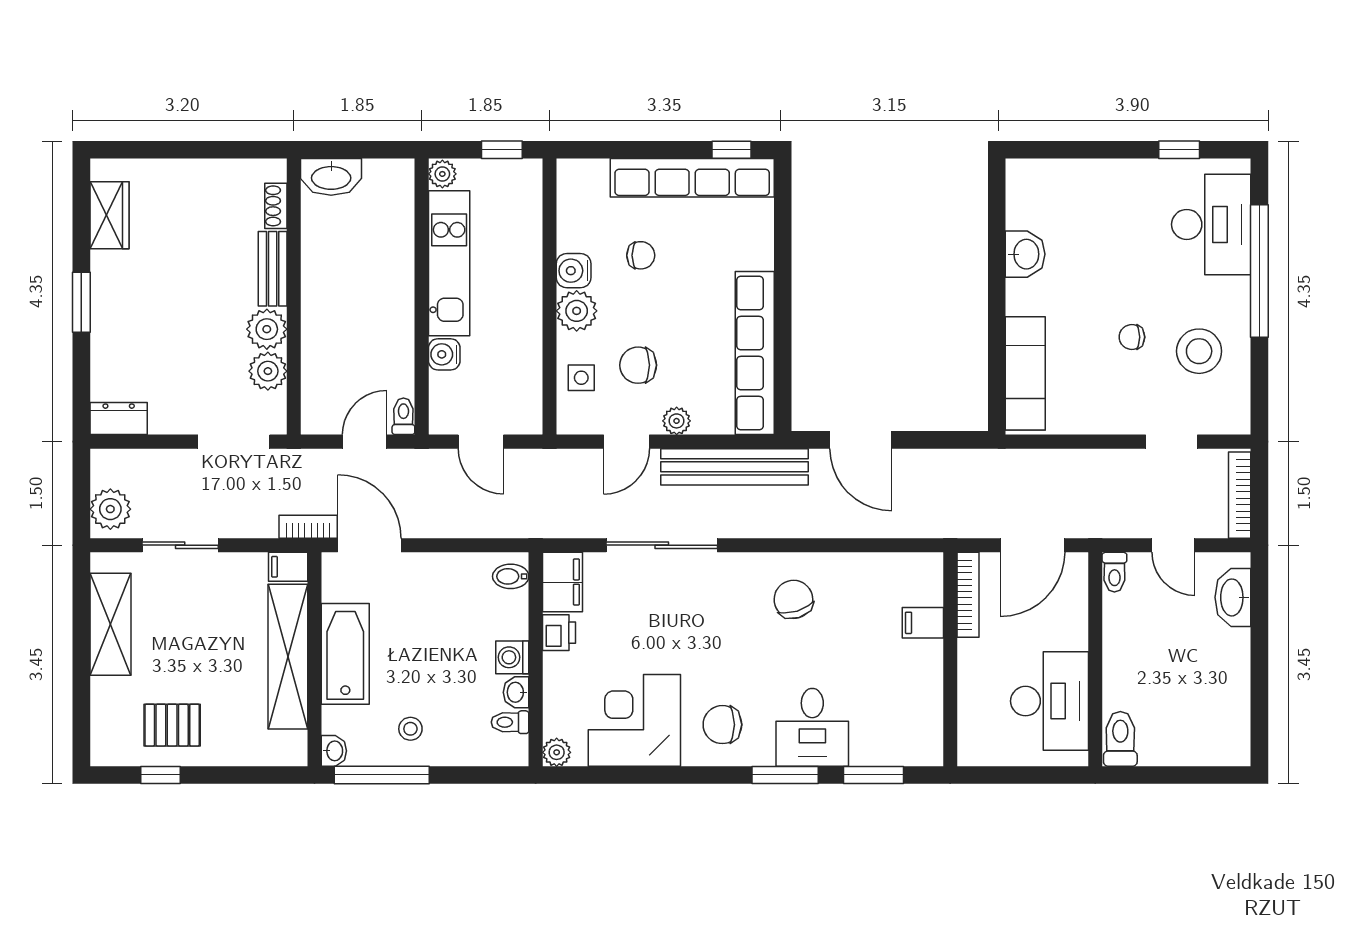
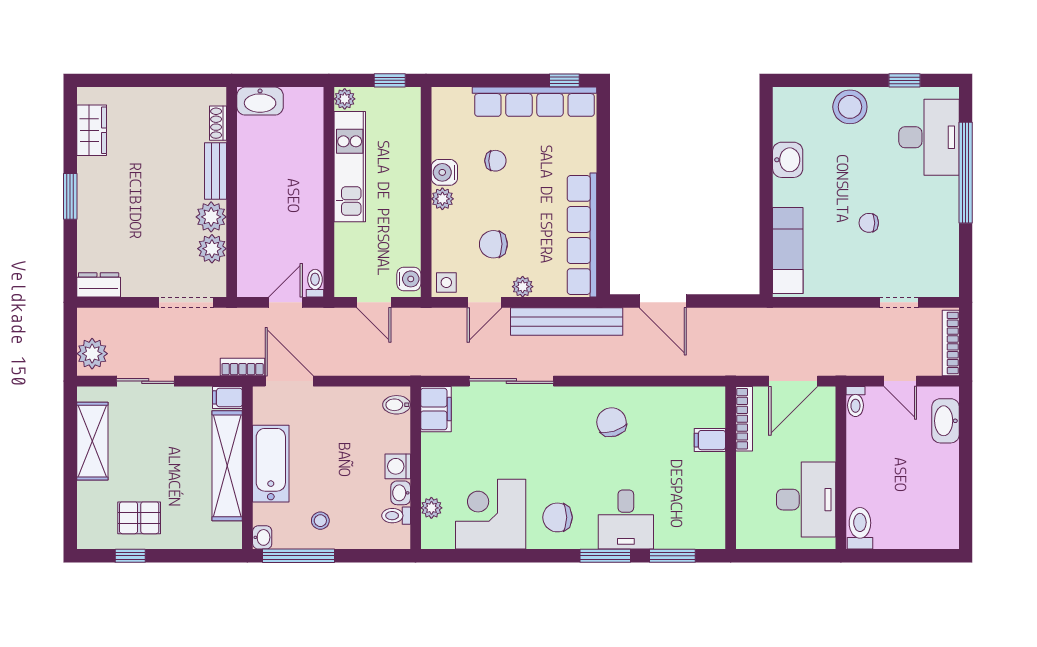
plant: (577, 311) -> (442, 199), width x0.73, depth x0.73
stool: (1199, 351) -> (850, 107), moved
water cooler: (444, 354) -> (409, 279), moved, turned 180
side table: (581, 378) -> (446, 283), moved
printer: (559, 633) -> (433, 448), removed
plant: (557, 752) -> (431, 508), moved

